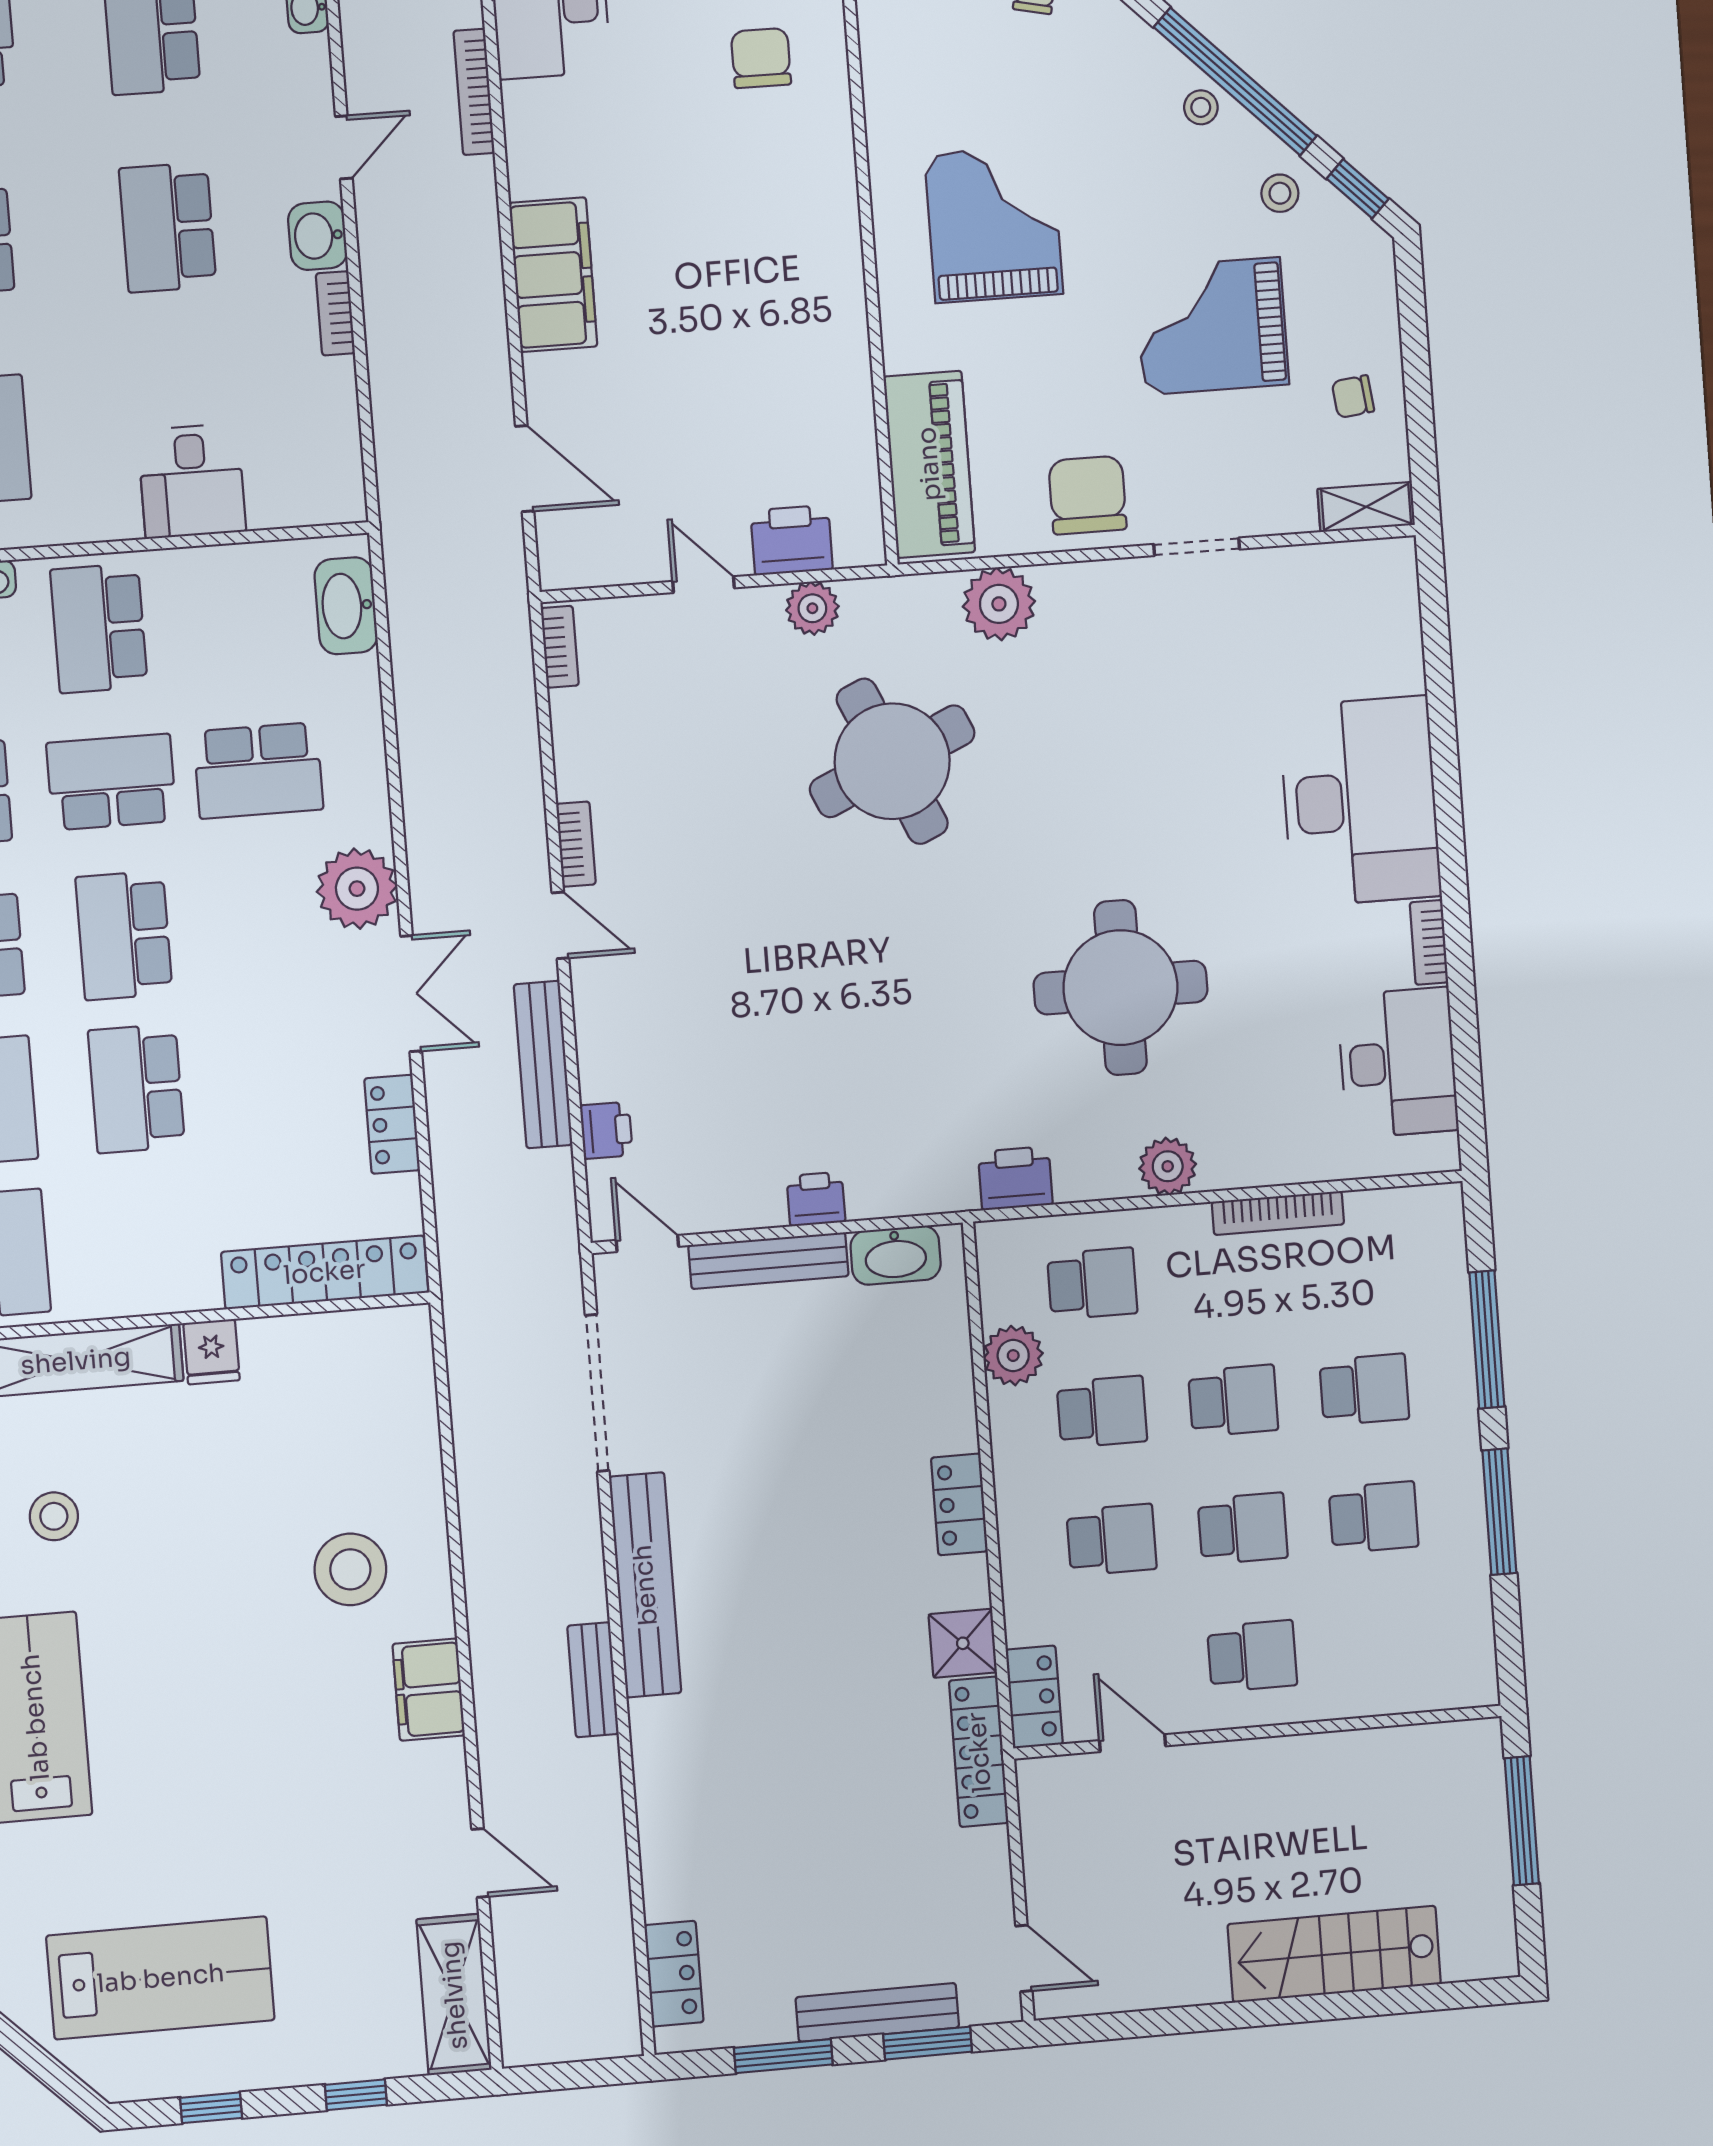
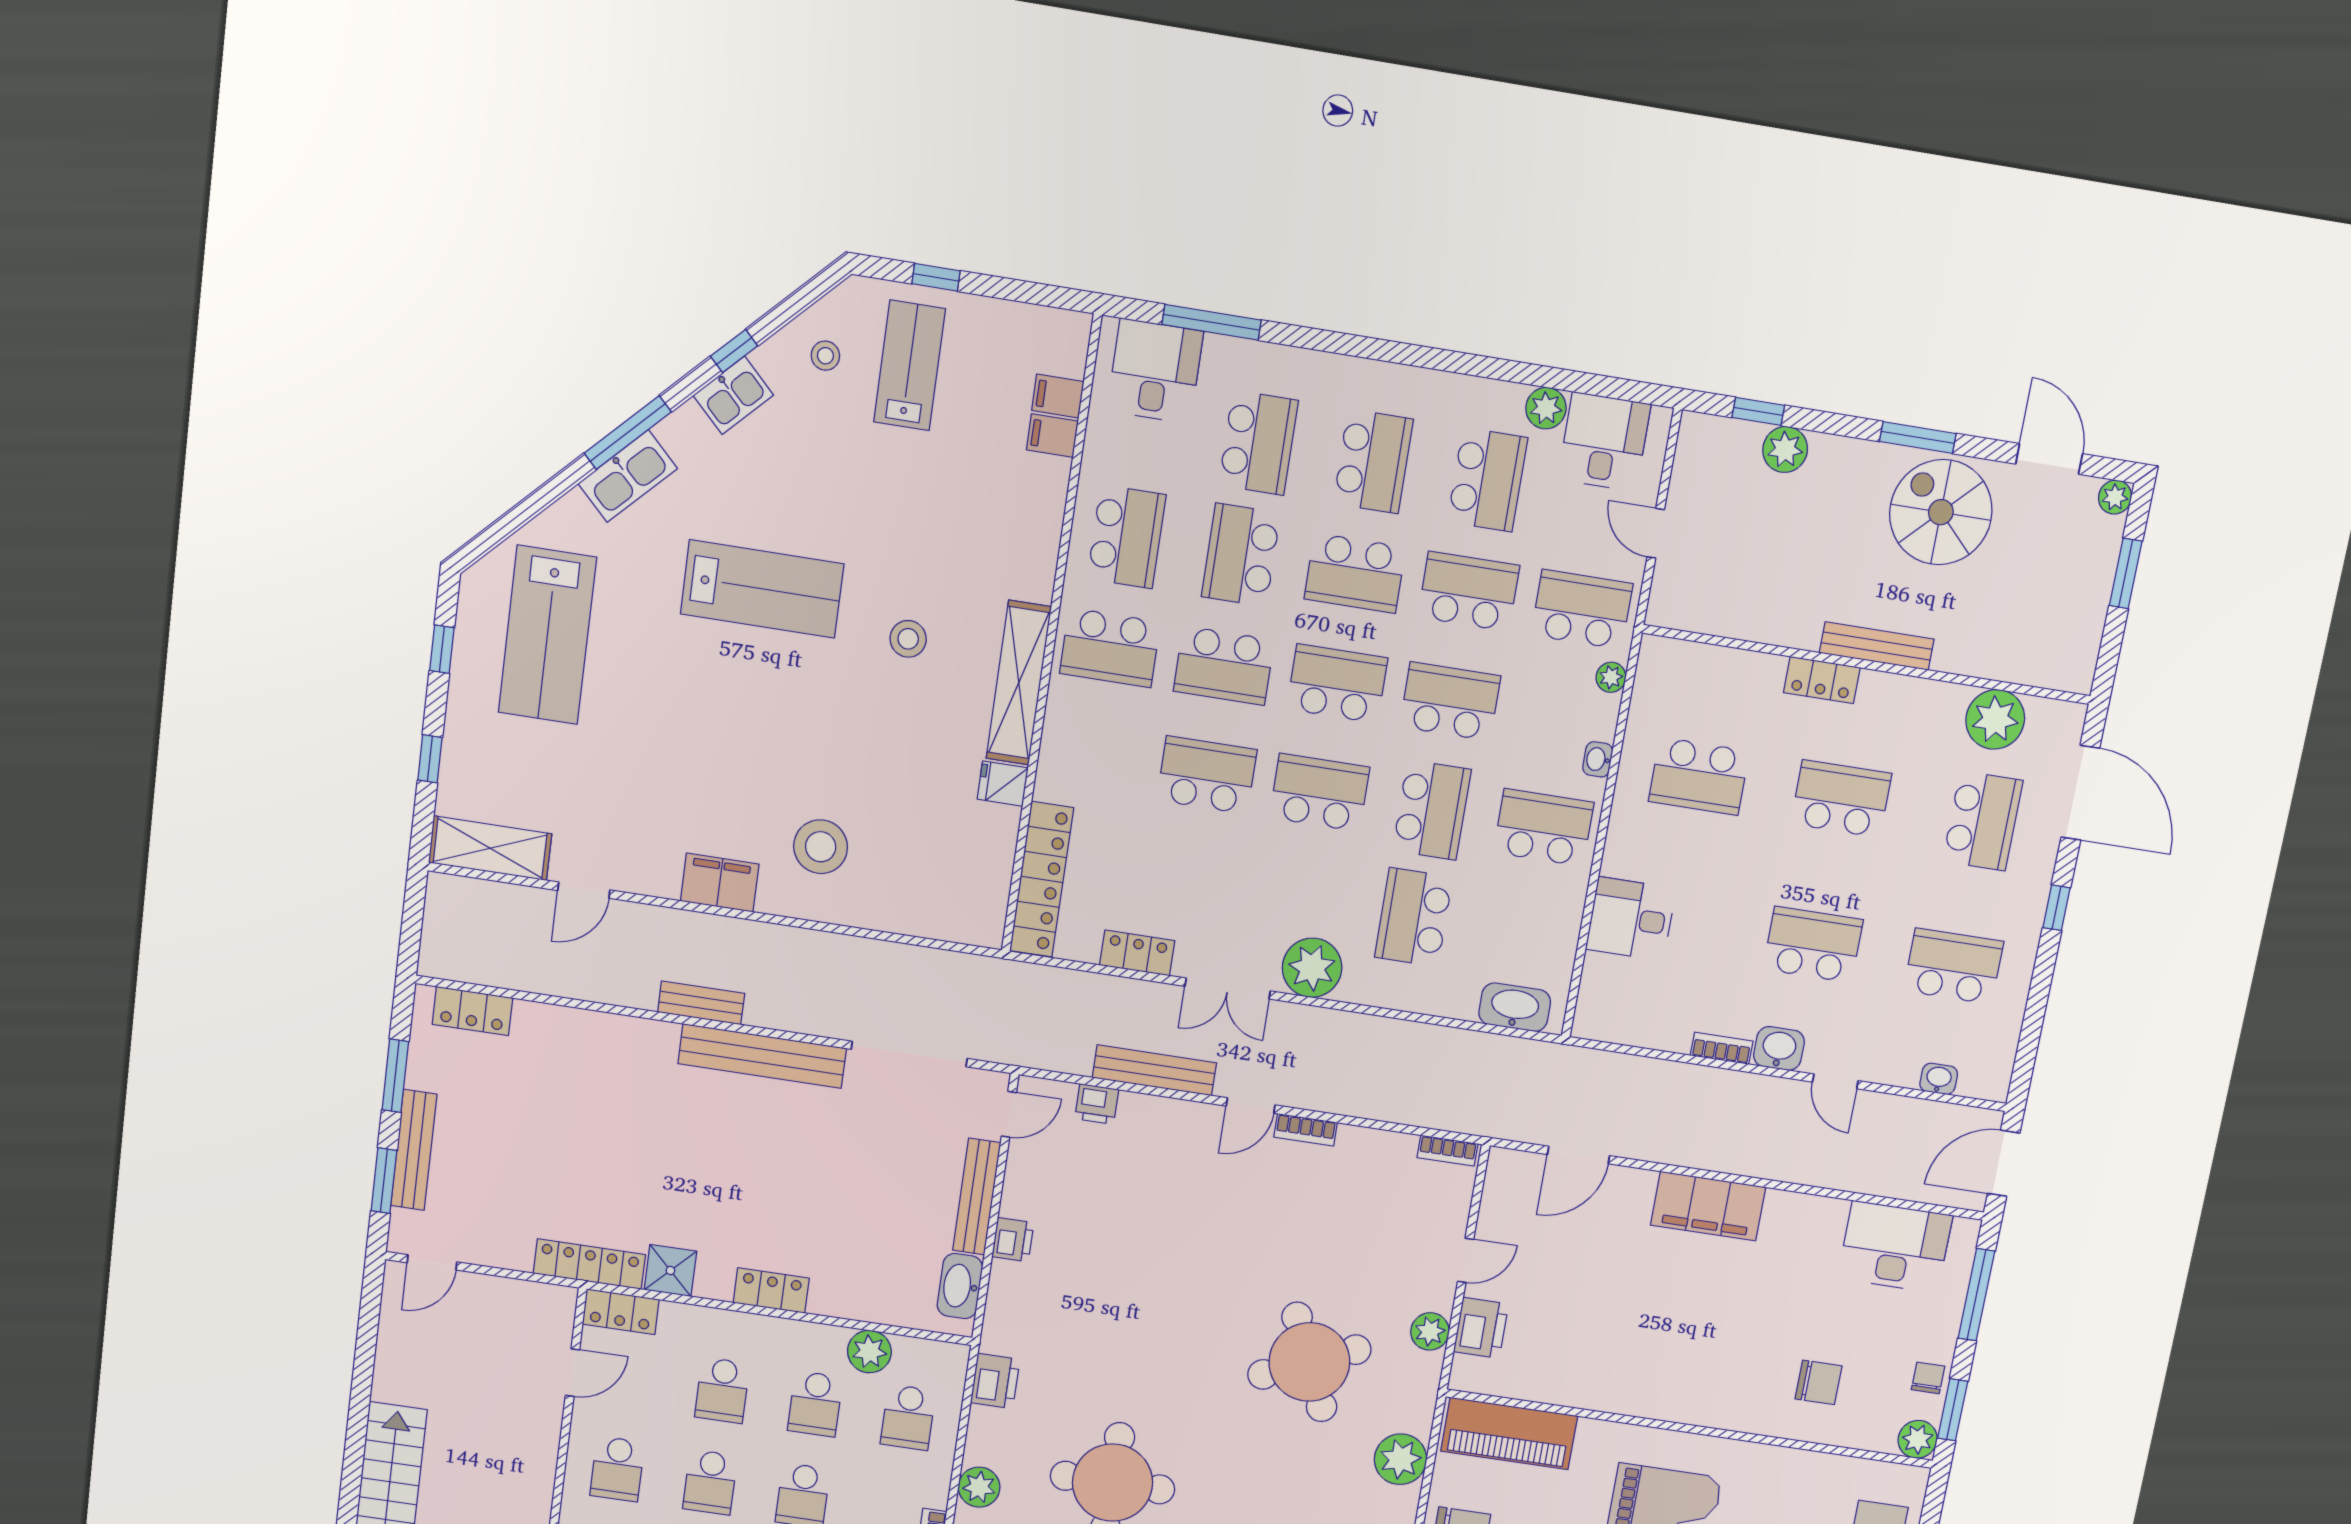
bookcase: (474, 92) -> (1849, 1181), removed

